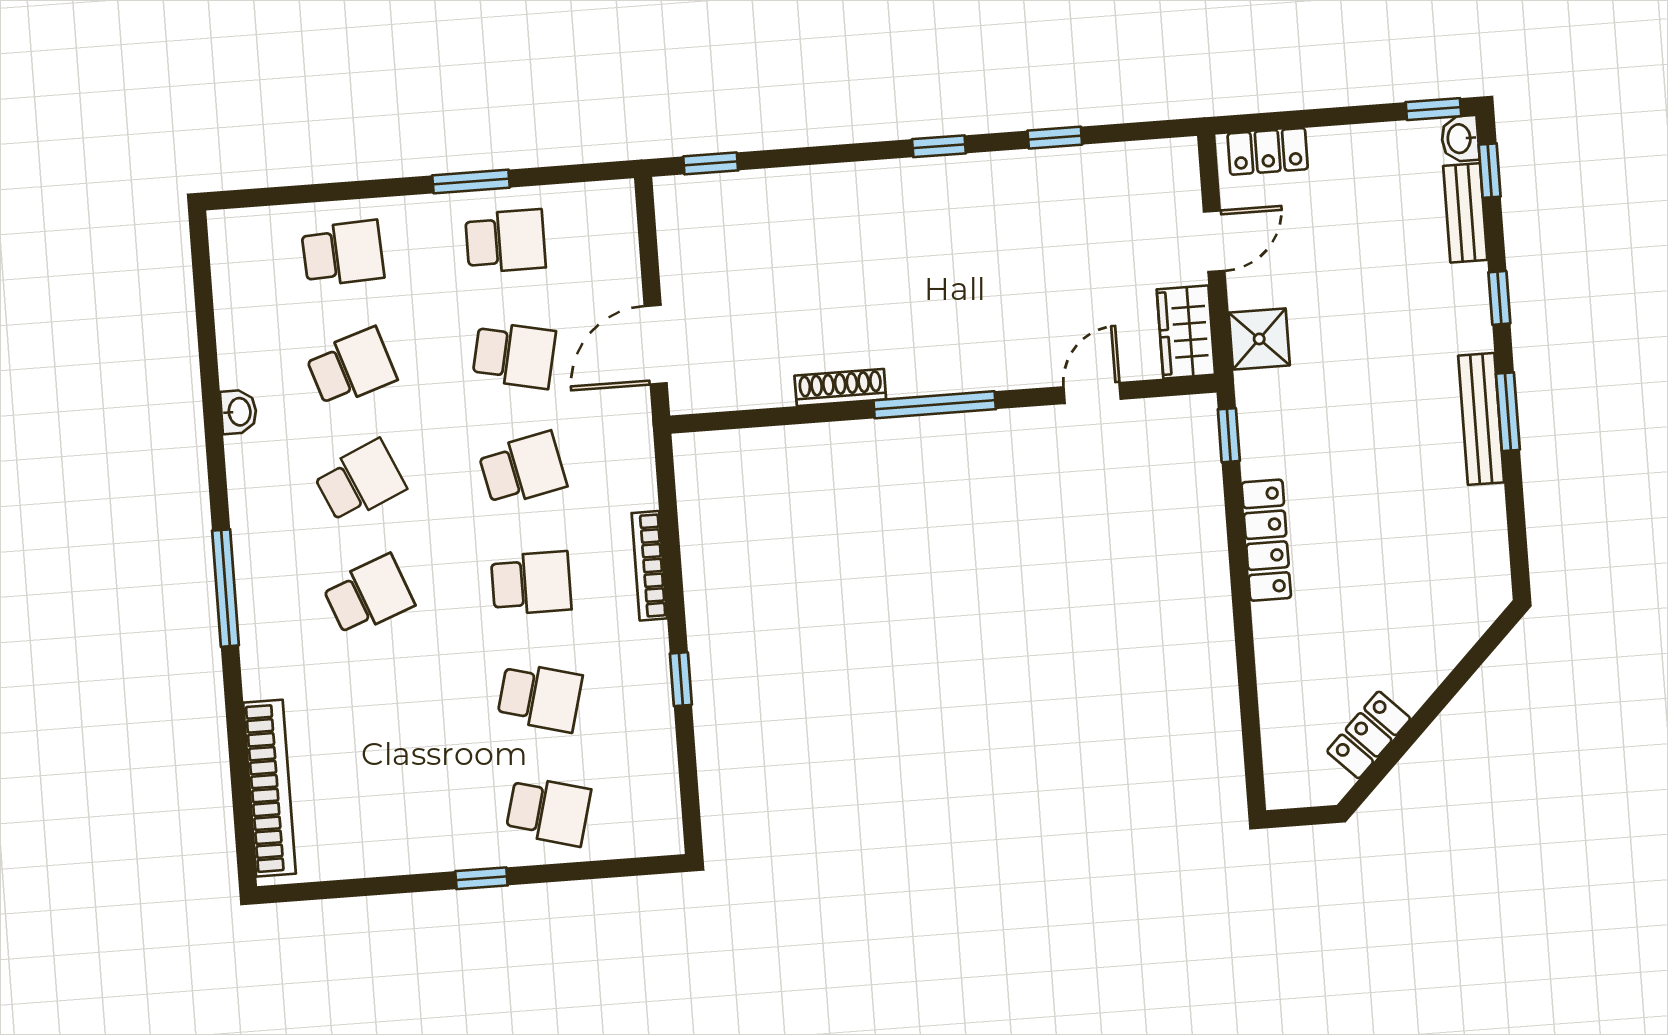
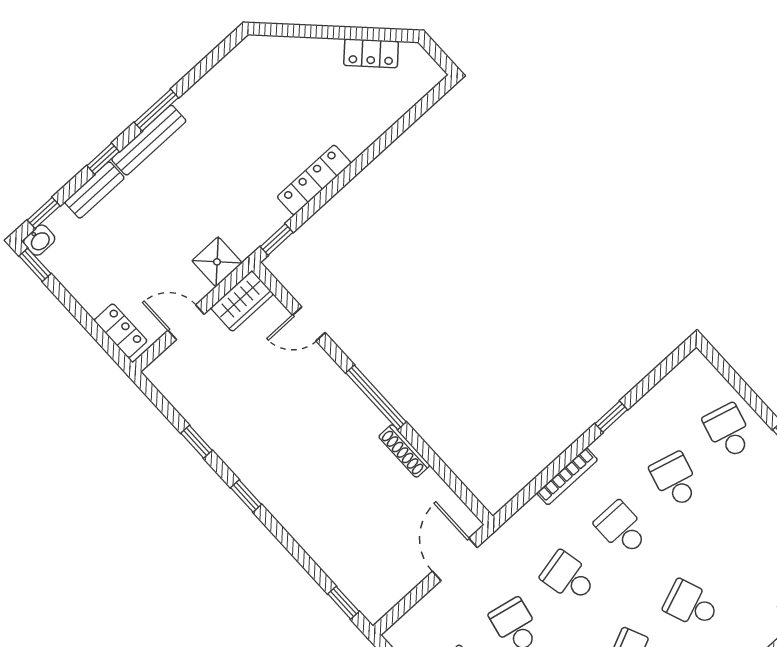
bench: (1465, 213) -> (94, 190), moved
door: (656, 345) -> (455, 559), swing flipped
bench: (1481, 419) -> (149, 140), moved

